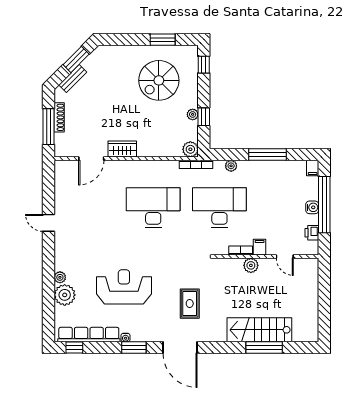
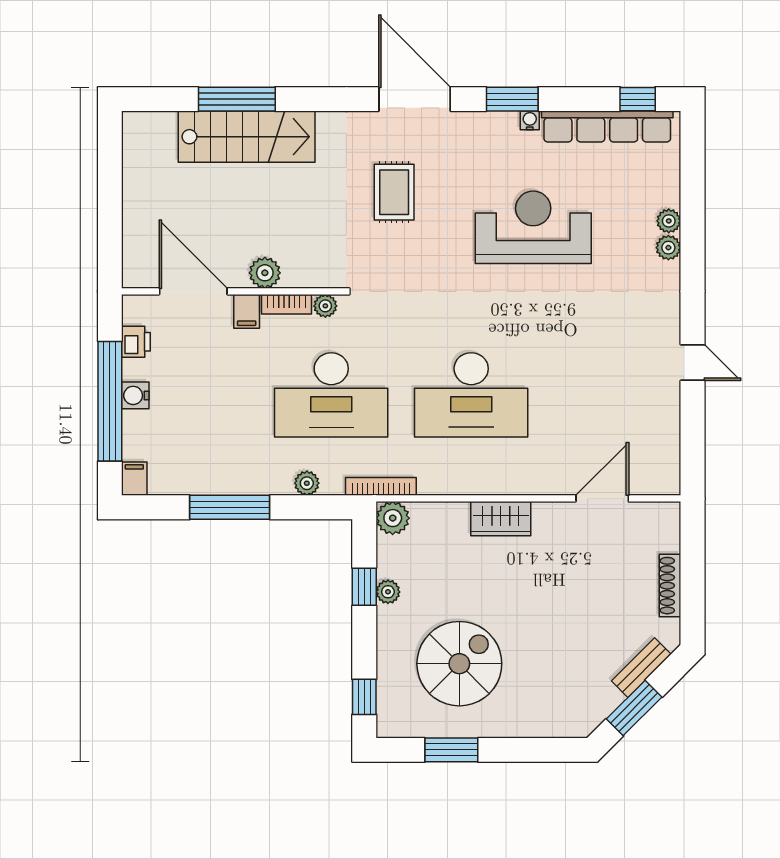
window: (48, 127) -> (693, 566), removed
wardrobe: (122, 149) -> (501, 519), moved
plant: (222, 250) -> (325, 306), added
door: (285, 257) -> (193, 291), width x1.87
reception desk: (124, 287) -> (533, 227), turned 180
plant: (65, 295) -> (669, 221), width x0.53, depth x0.53

